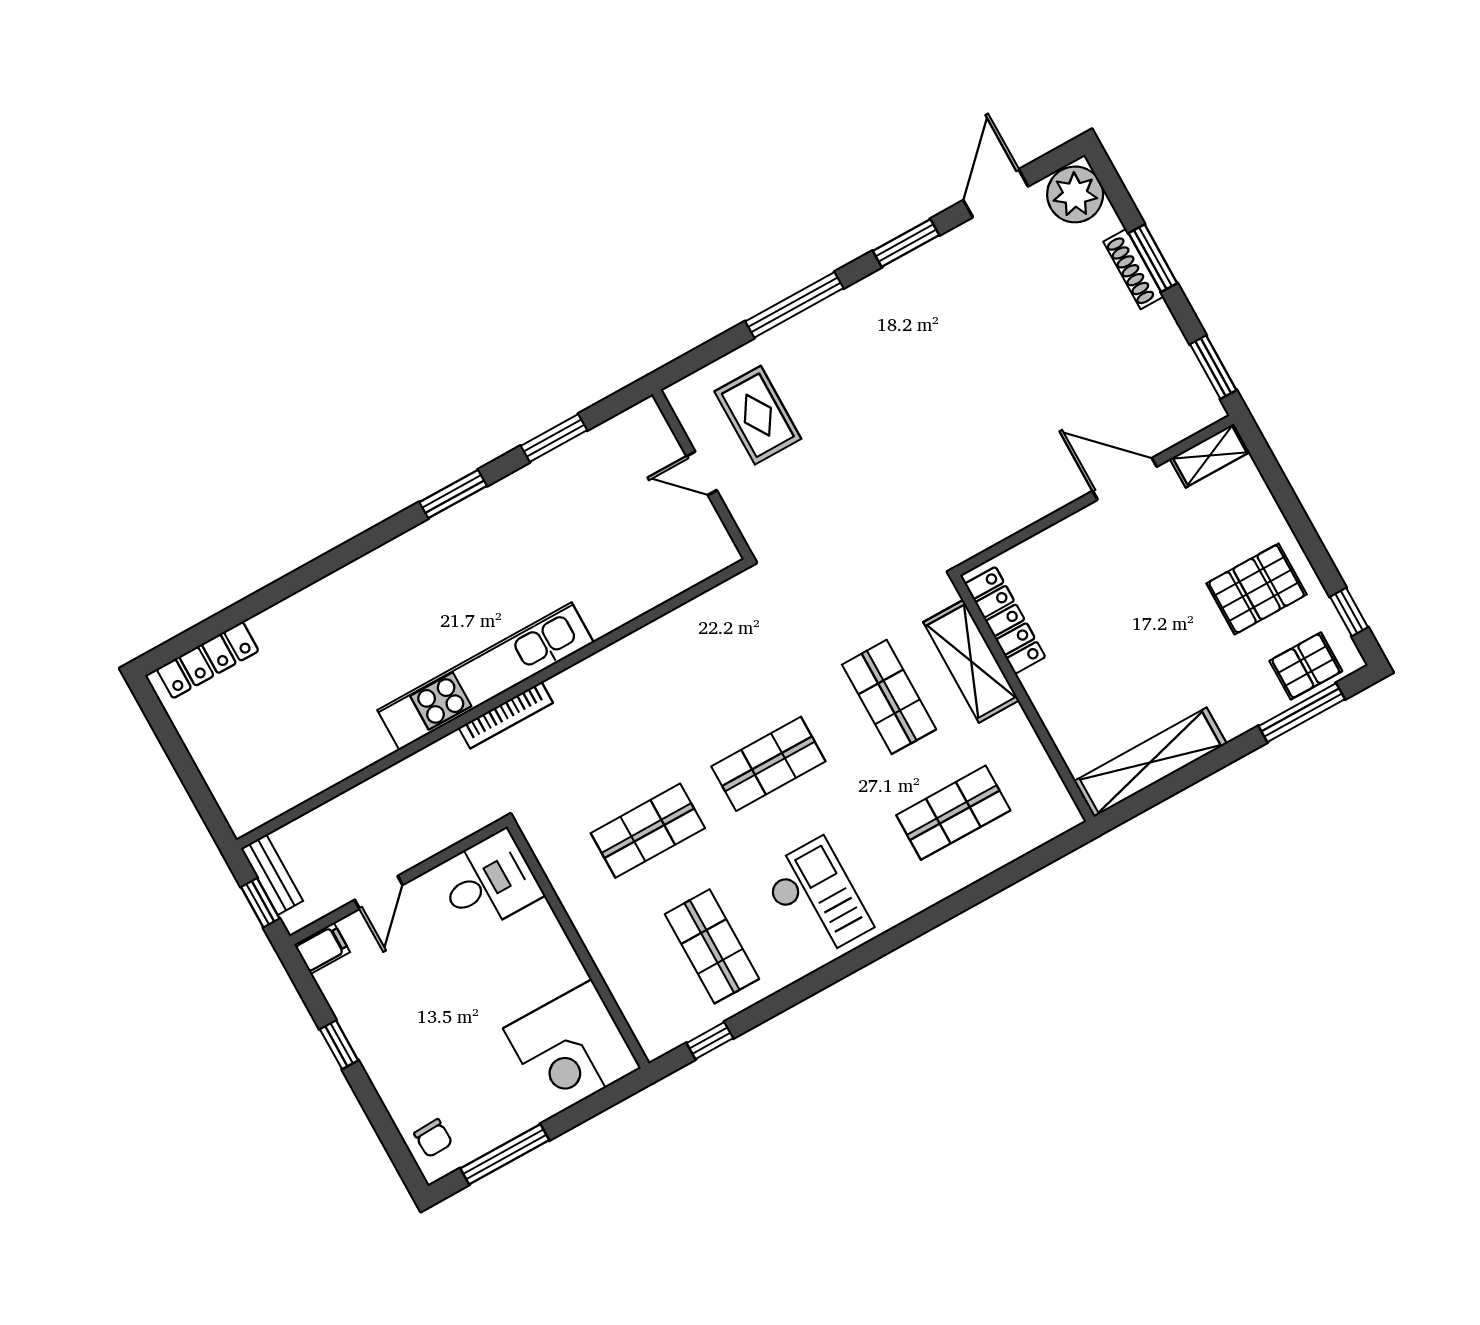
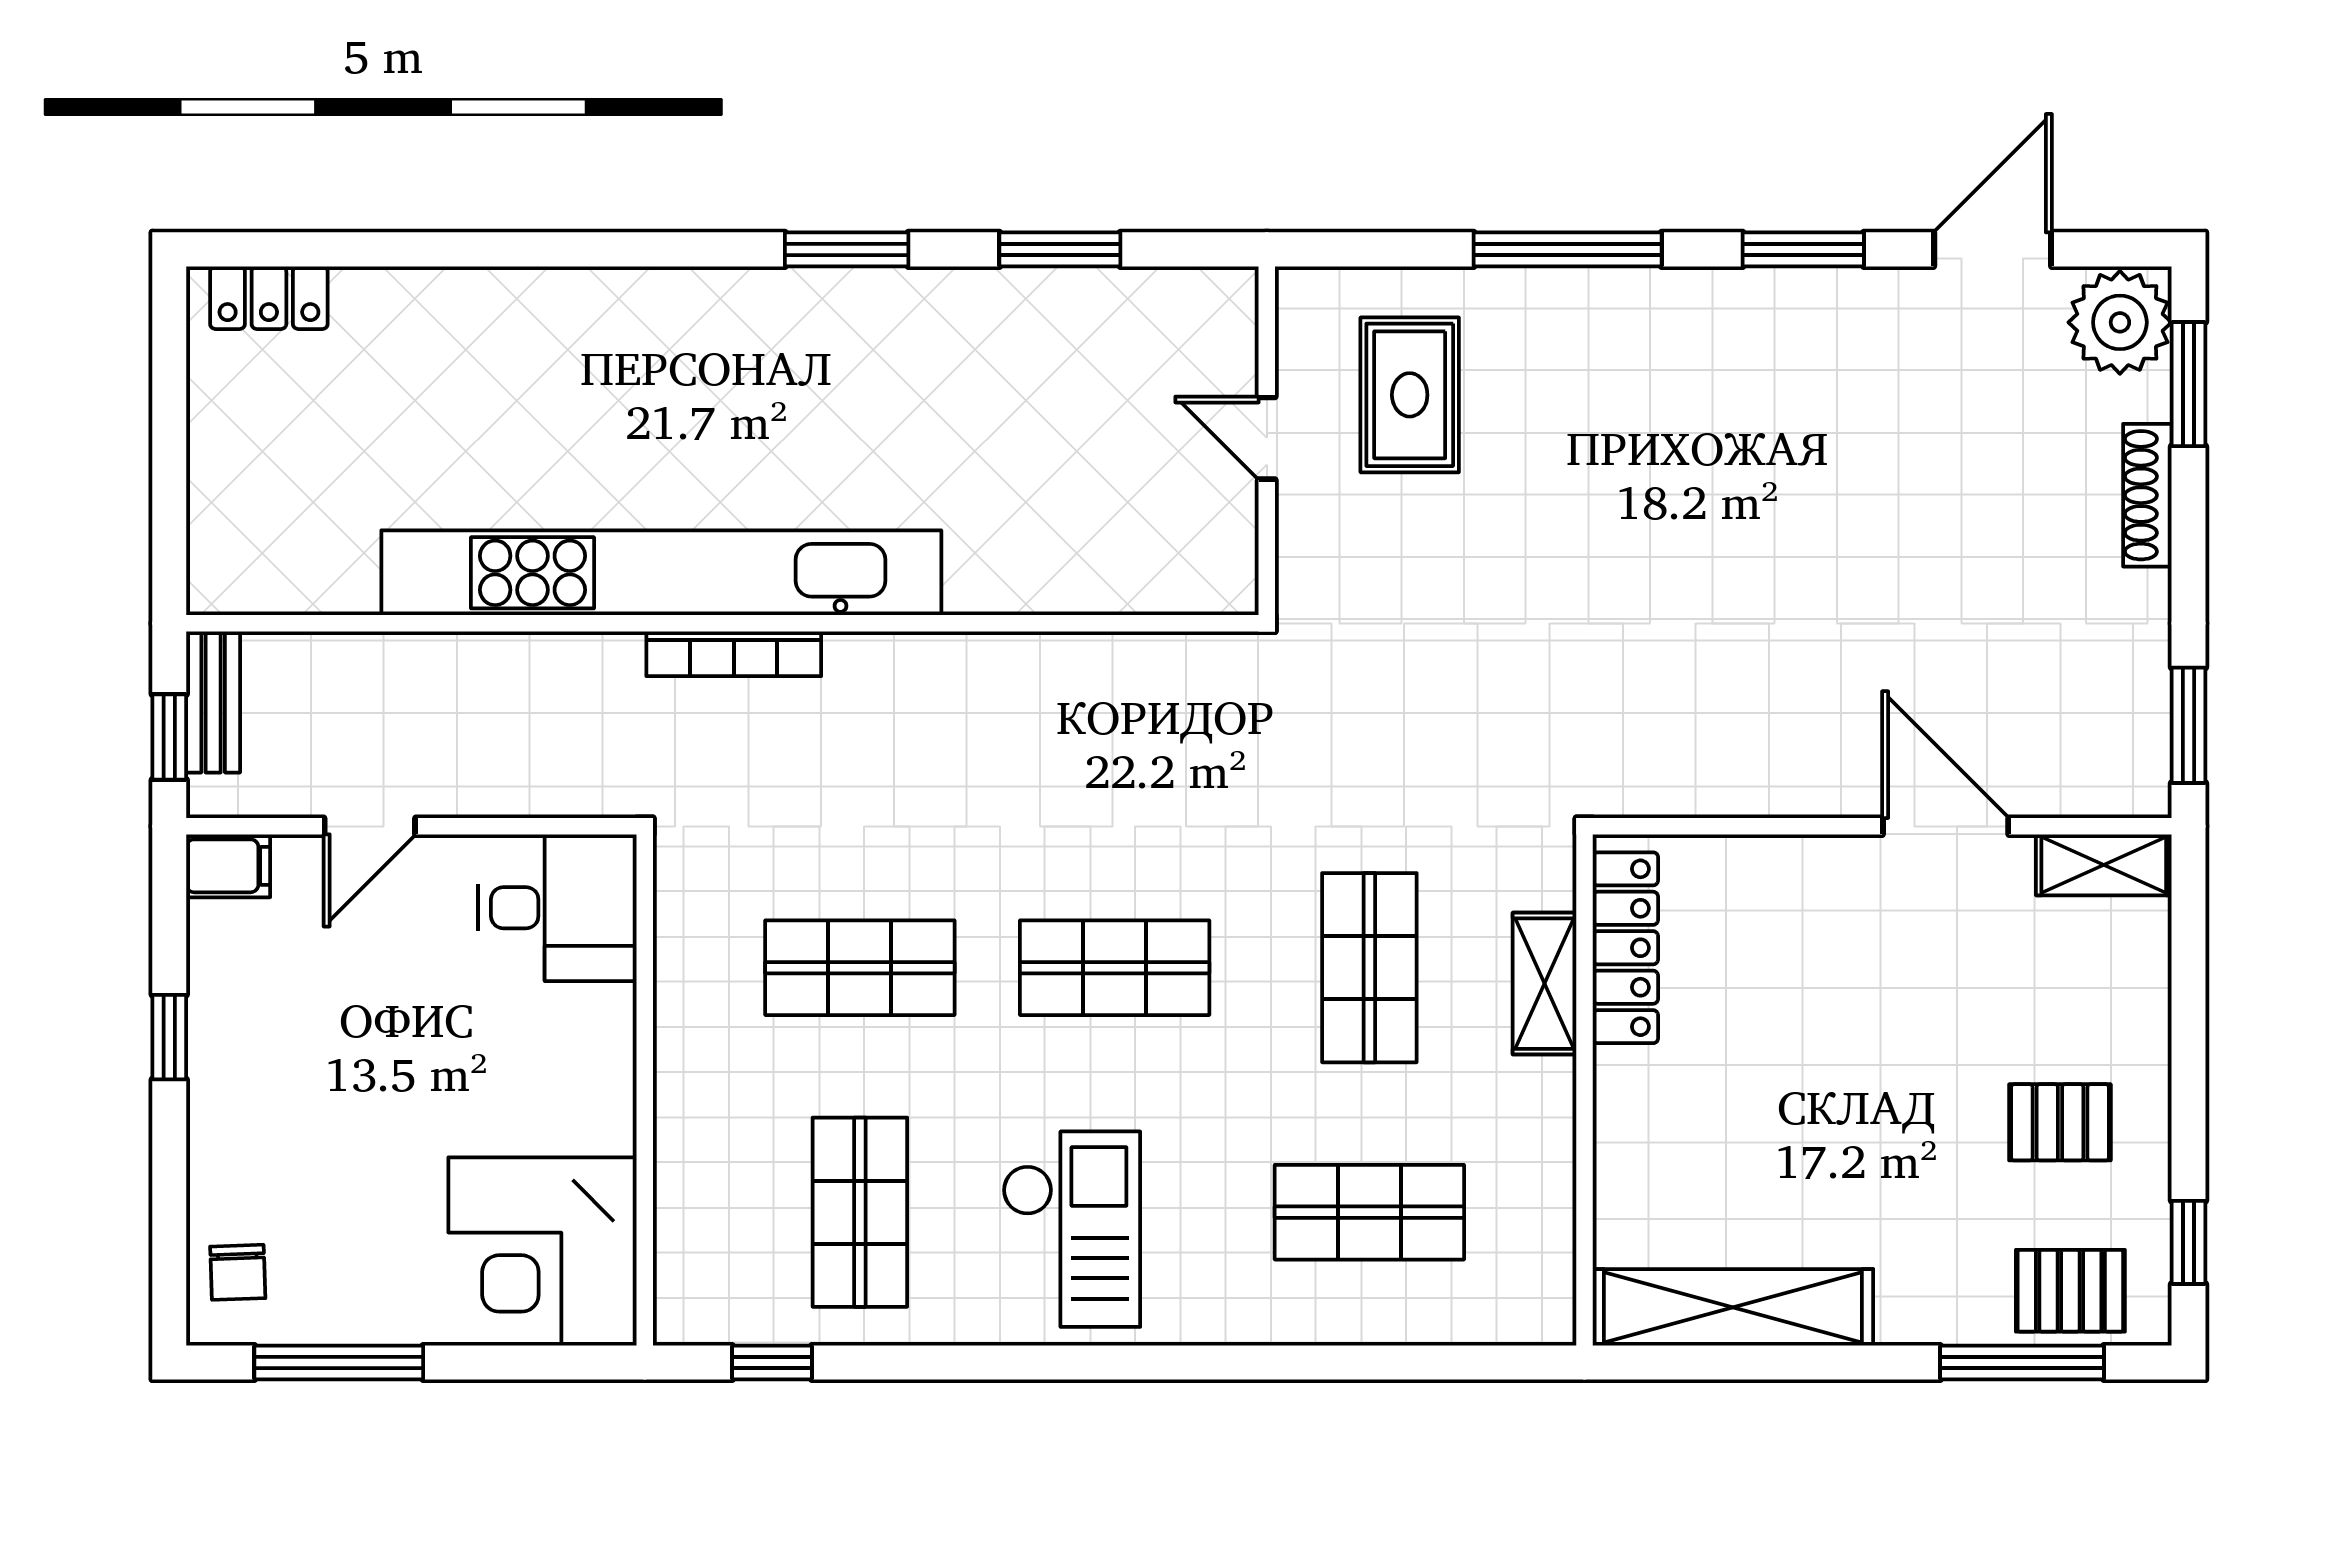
window: (1153, 258) -> (2188, 384), moved
pallet: (1257, 589) -> (2060, 1122), width x0.67, depth x0.71
locker: (208, 660) -> (269, 298), width x0.66
shelving: (971, 661) -> (1545, 984), width x0.67, depth x0.75
kitchen unit: (485, 676) -> (661, 573), width x1.36

